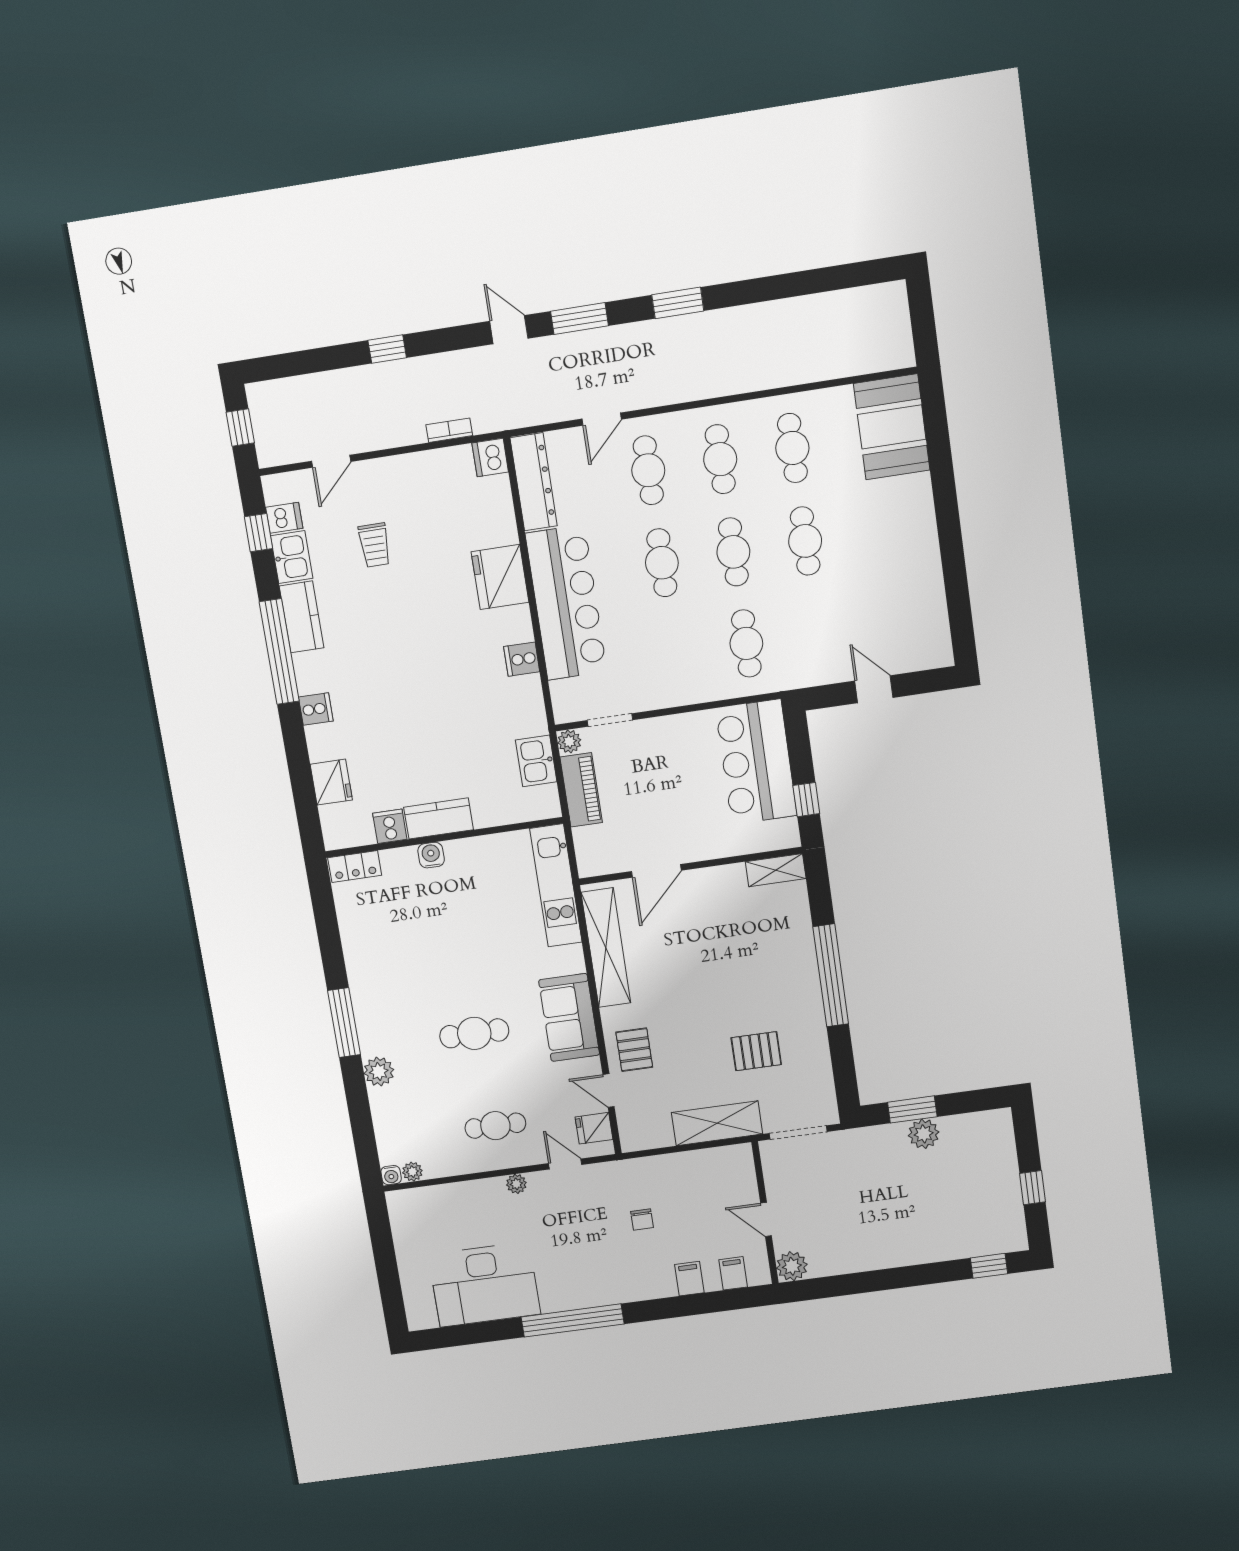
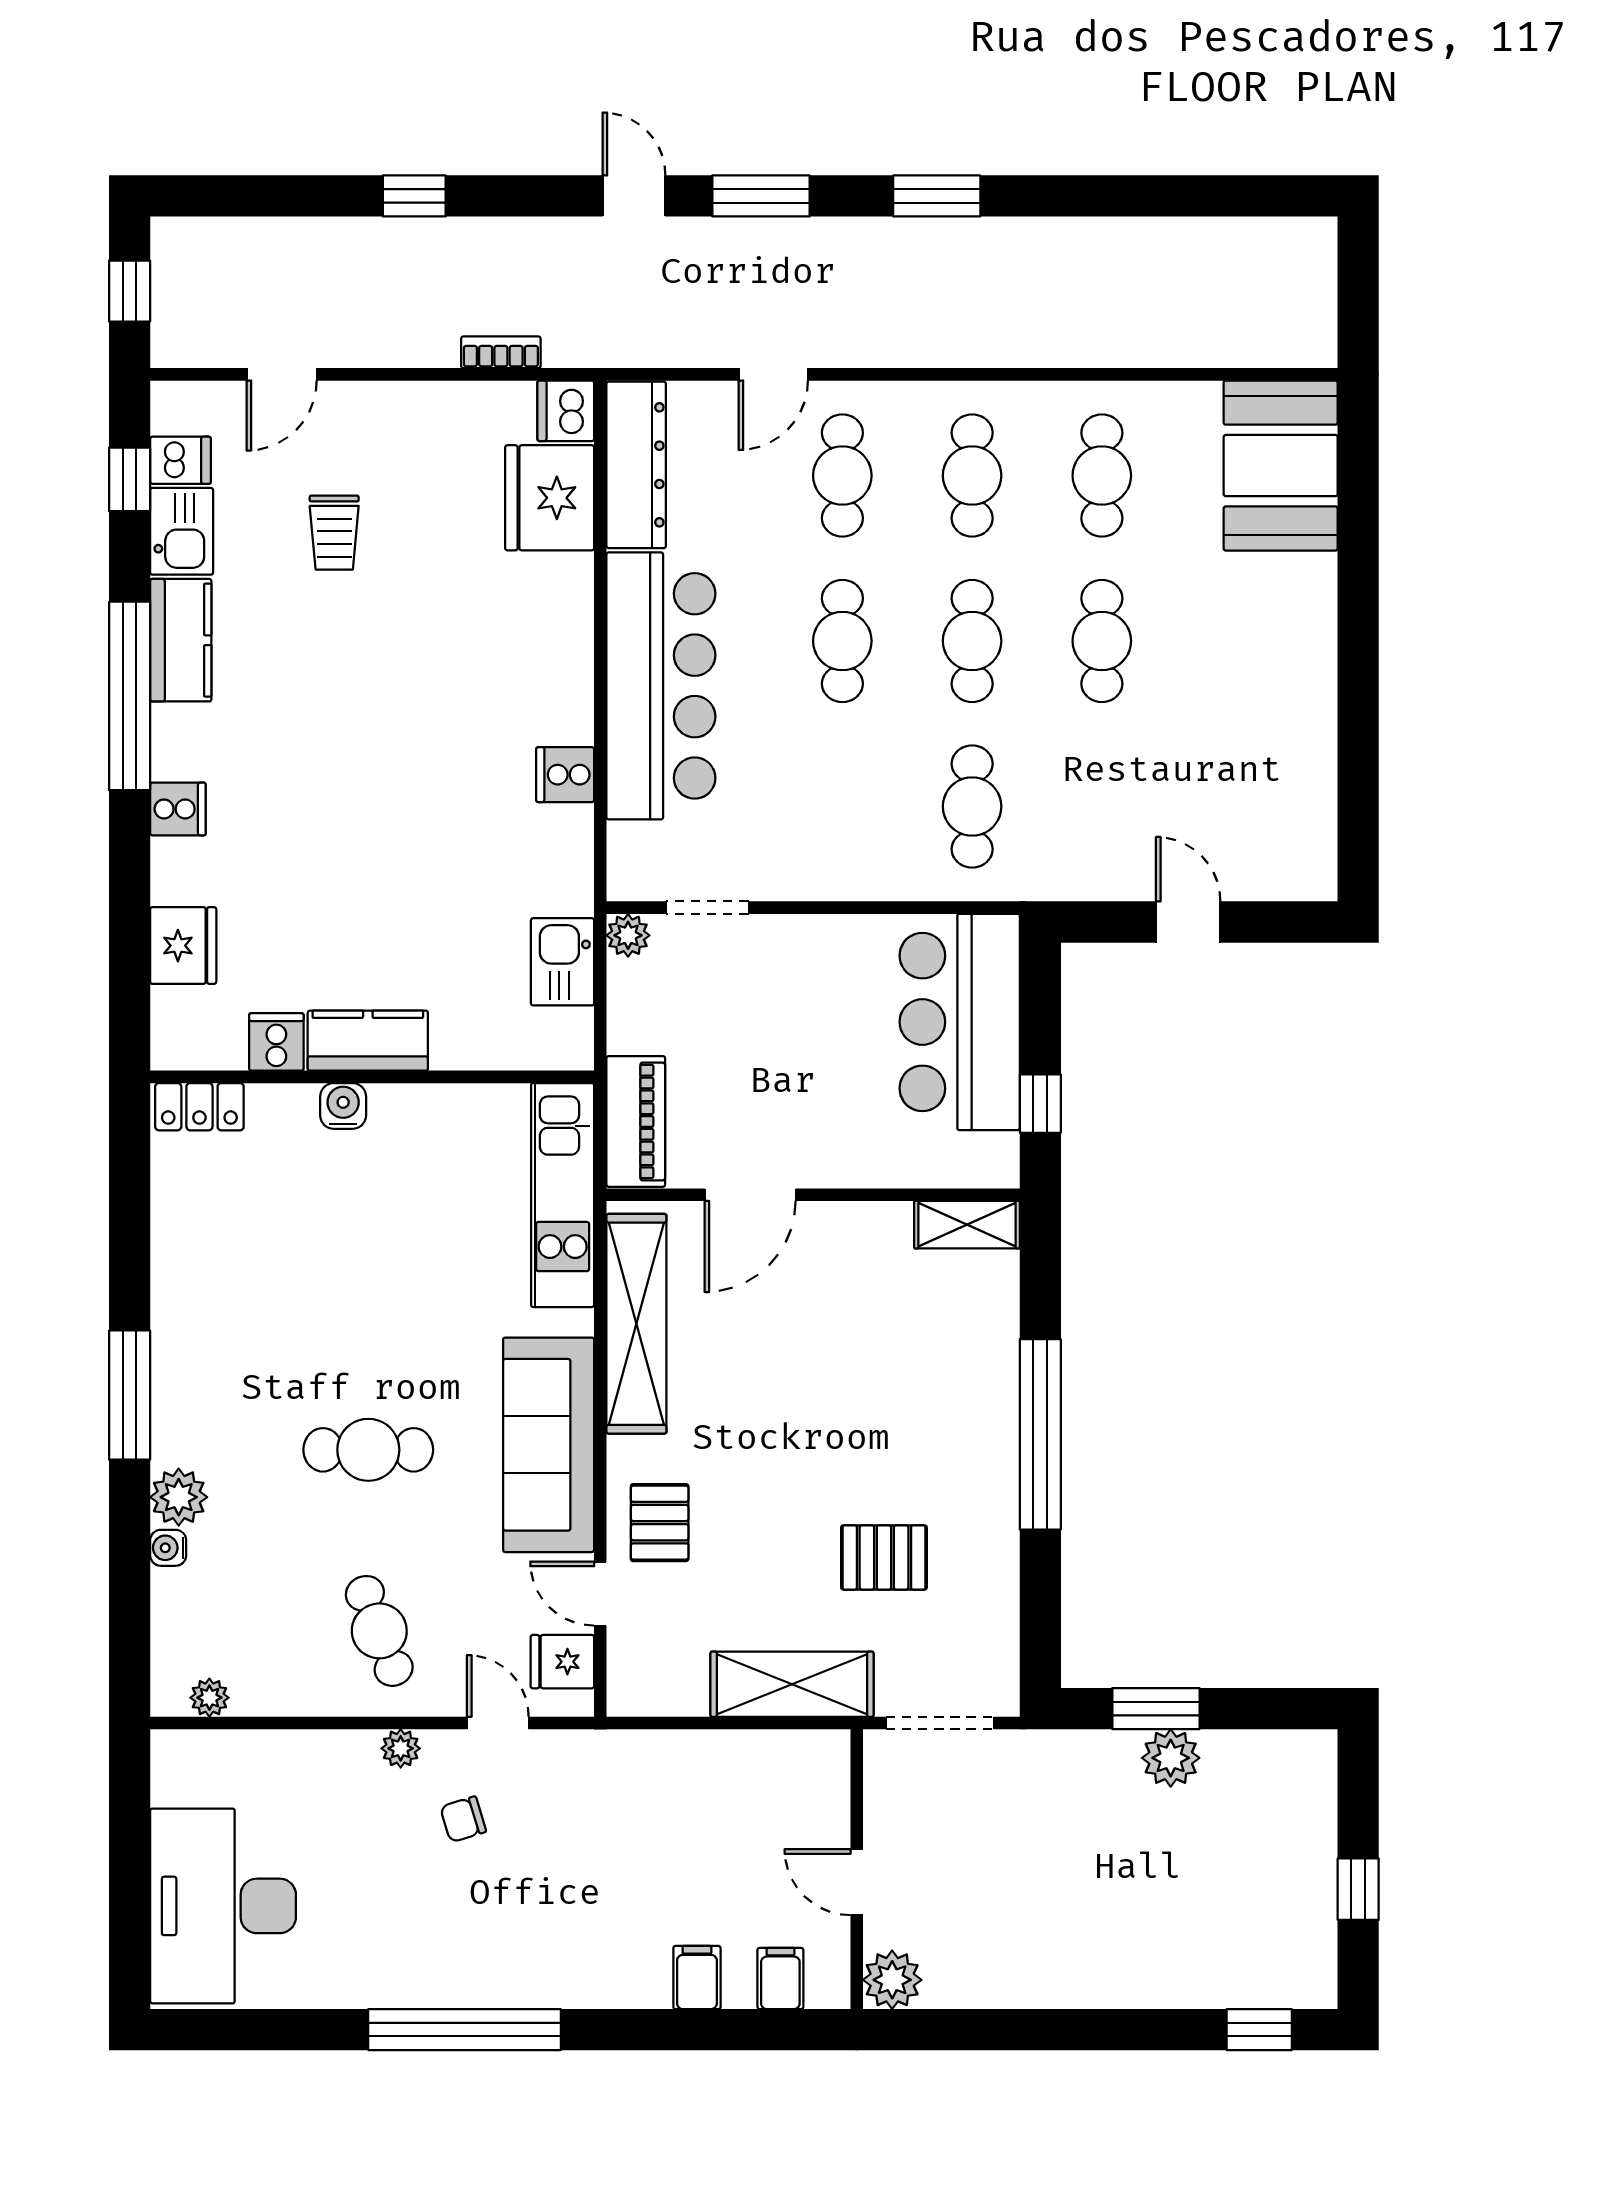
fridge: (500, 577) -> (550, 498), moved
piano: (581, 790) -> (636, 1121), moved
sofa: (569, 1017) -> (549, 1445), width x1.36
cafe table: (495, 1126) -> (379, 1631), turned 69
water cooler: (391, 1175) -> (168, 1548), moved, turned 90
chair: (642, 1219) -> (463, 1819), moved, turned 73
desk: (484, 1285) -> (223, 1906), moved, turned 90

